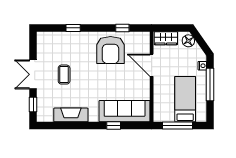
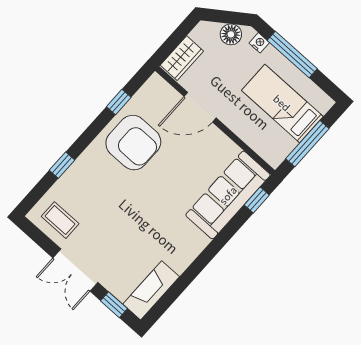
floor lamp: (188, 41) -> (231, 34), moved
coffee table: (64, 75) -> (60, 220), moved
fireplace: (71, 115) -> (151, 290), moved
window: (114, 126) -> (257, 200), moved

